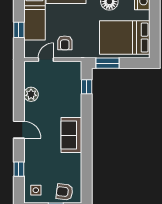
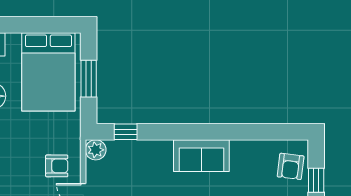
window: (107, 63) -> (89, 79), moved
plant: (75, 68) -> (96, 150), added

